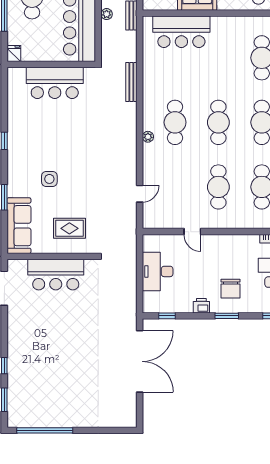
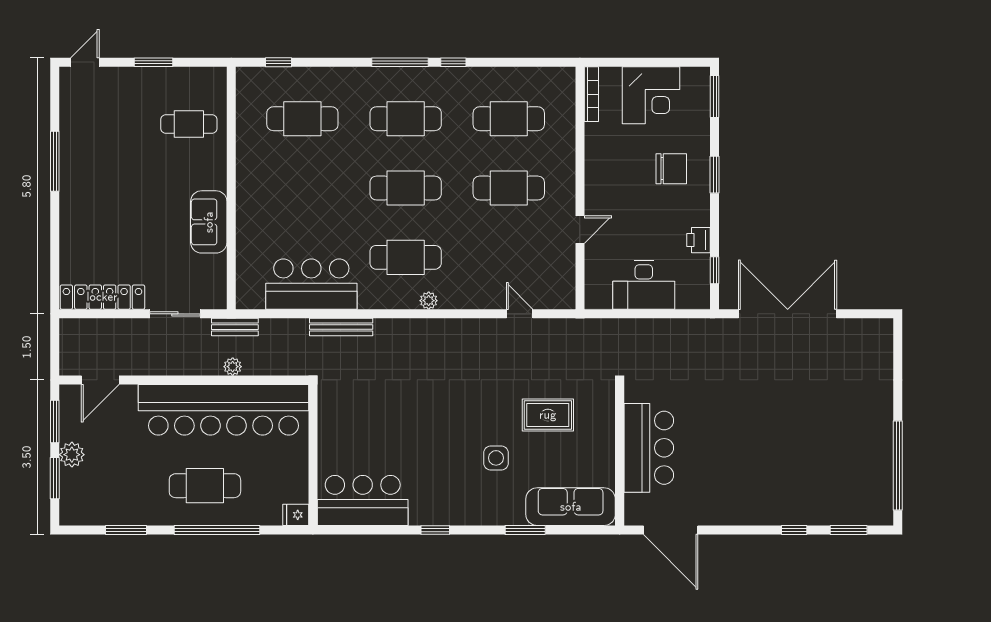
bar counter: (181, 32) -> (311, 284), moved, turned -90
bar counter: (55, 83) -> (363, 500), moved, turned -90
rug: (69, 228) -> (548, 415), moved, turned 90
printer: (201, 306) -> (698, 240), moved

